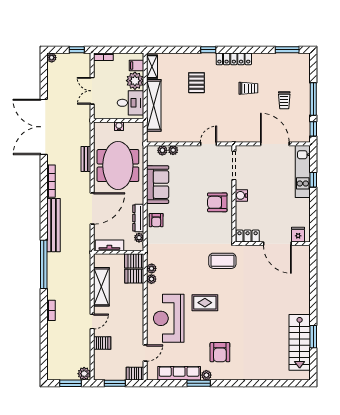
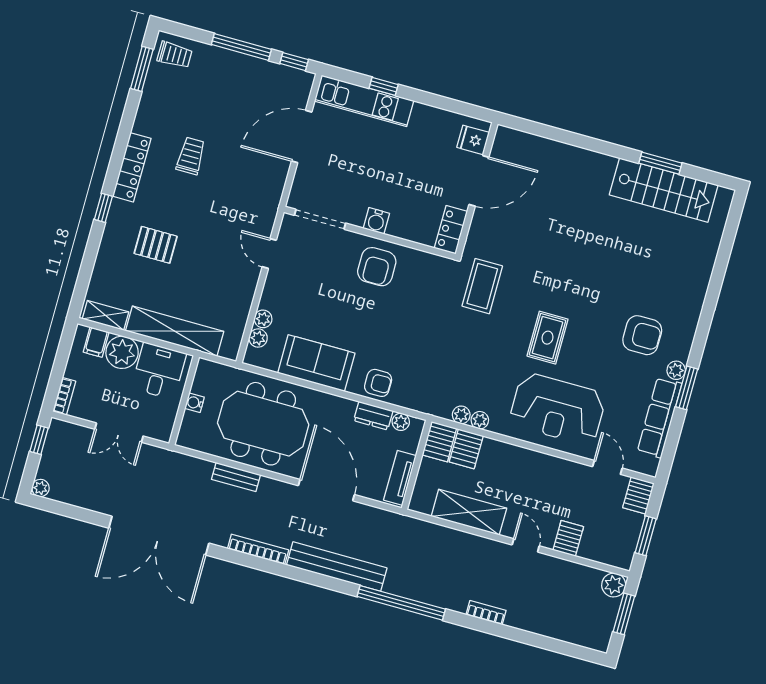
trolley: (284, 100) -> (175, 55), moved
dresser: (138, 218) -> (373, 416), width x0.70

